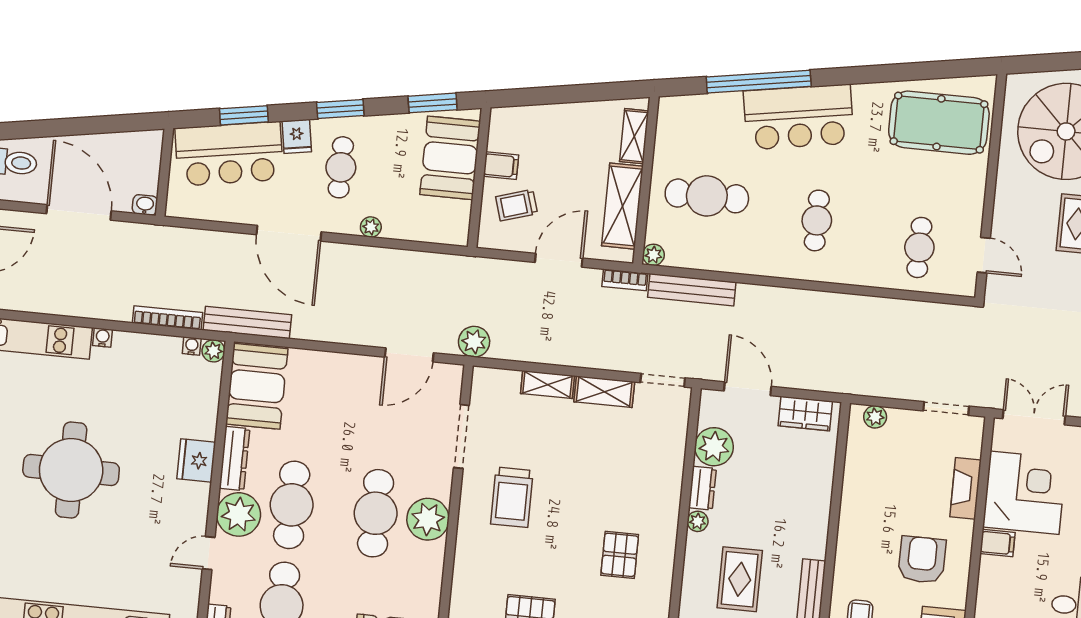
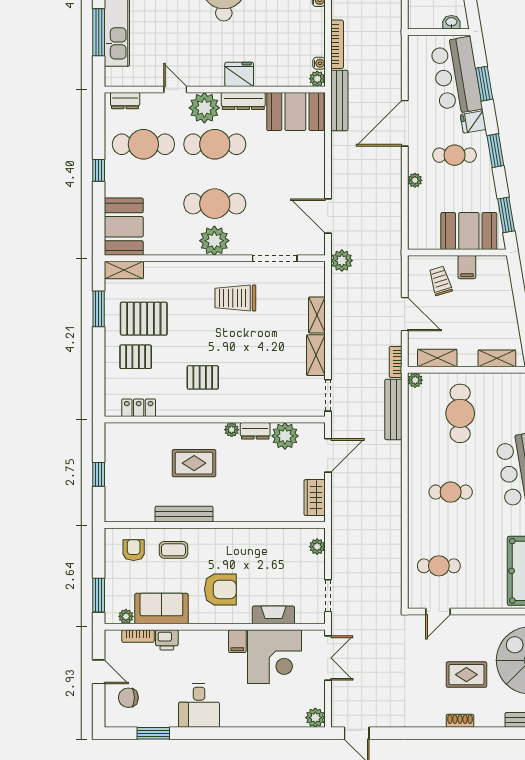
washbasin: (145, 205) -> (451, 22), moved, turned -90
shelving: (622, 206) -> (437, 358), width x0.67, depth x0.75

